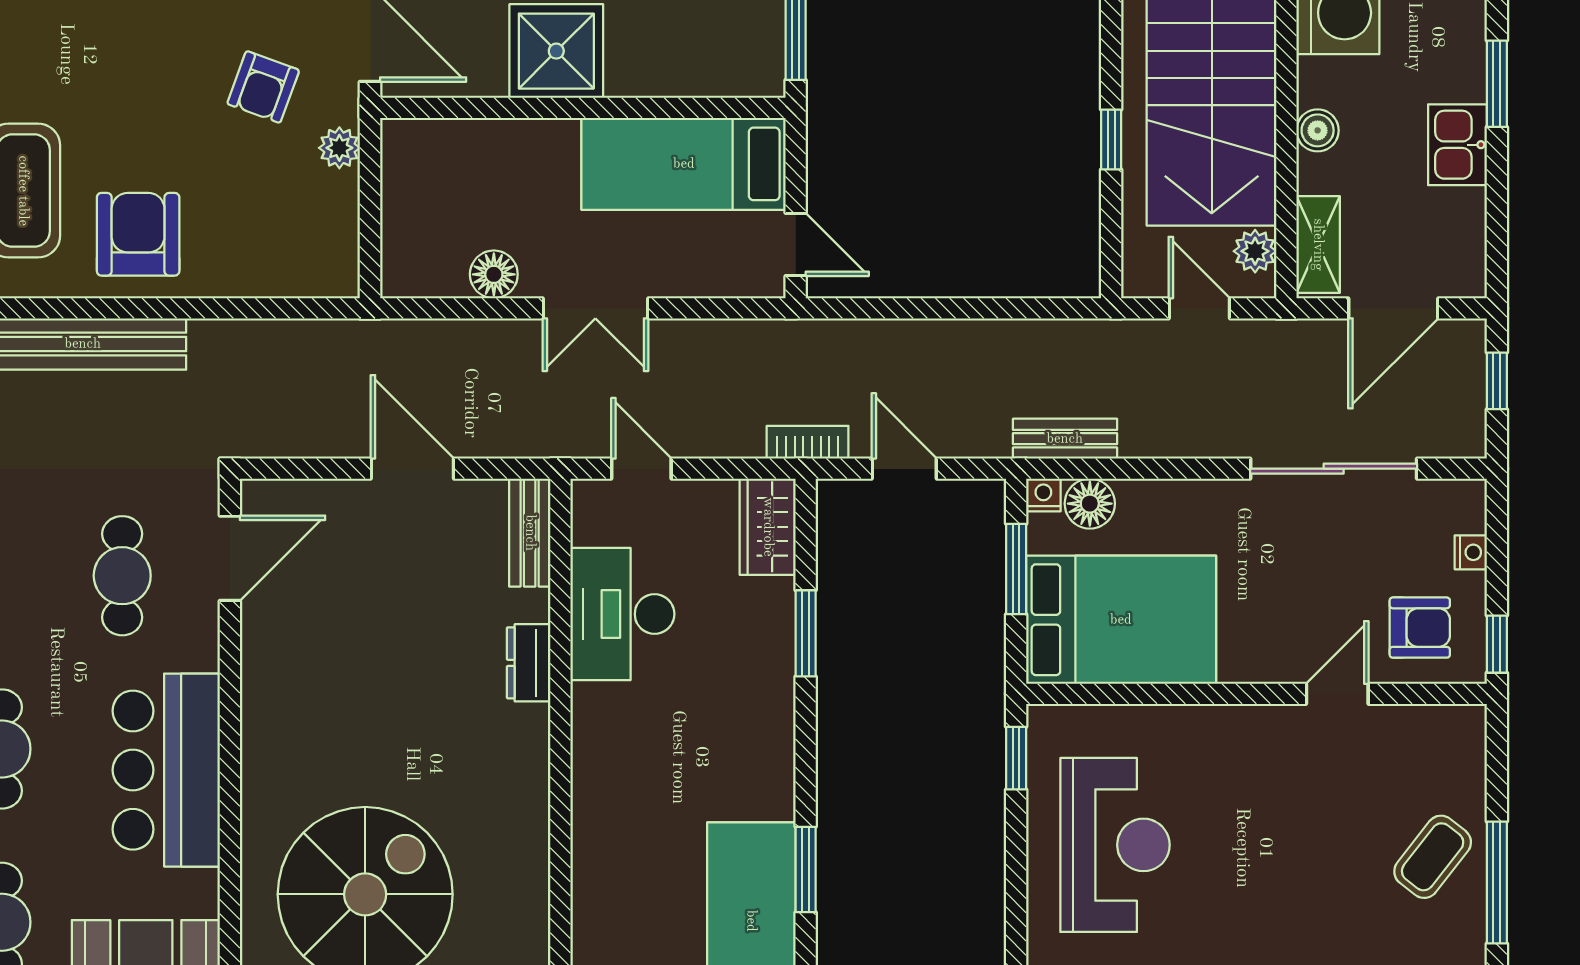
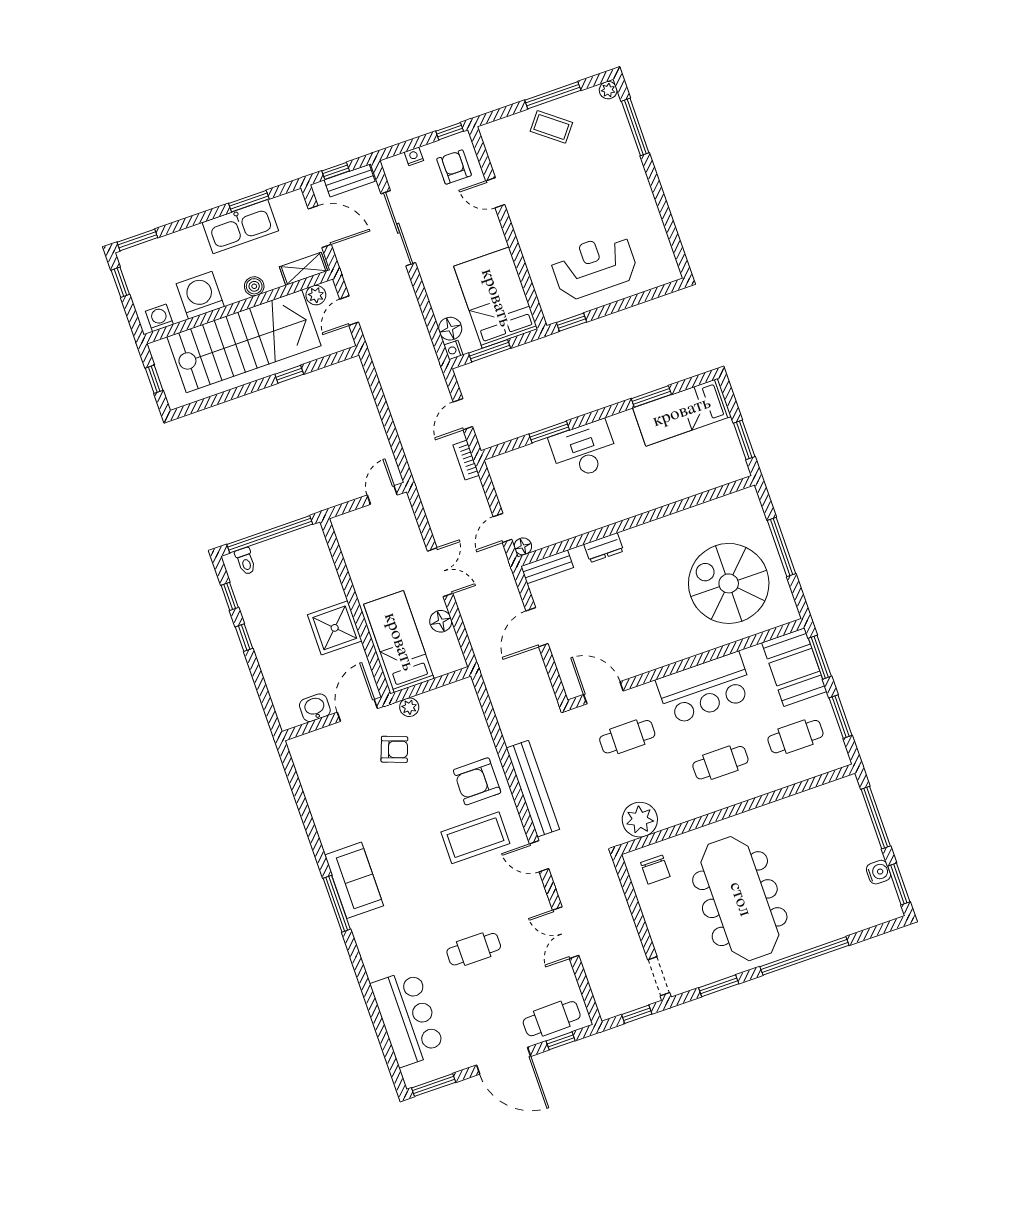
window: (1497, 84) -> (249, 201), moved
kitchen sink: (1457, 145) -> (240, 227), width x1.87, depth x1.24
bed: (684, 164) -> (399, 642), moved, turned 180
bench: (1065, 439) -> (350, 181), moved, turned 90
floor lamp: (589, 497) -> (523, 546), added
wardrobe: (768, 527) -> (509, 465), removed
desk: (622, 614) -> (584, 450), moved, turned 180

